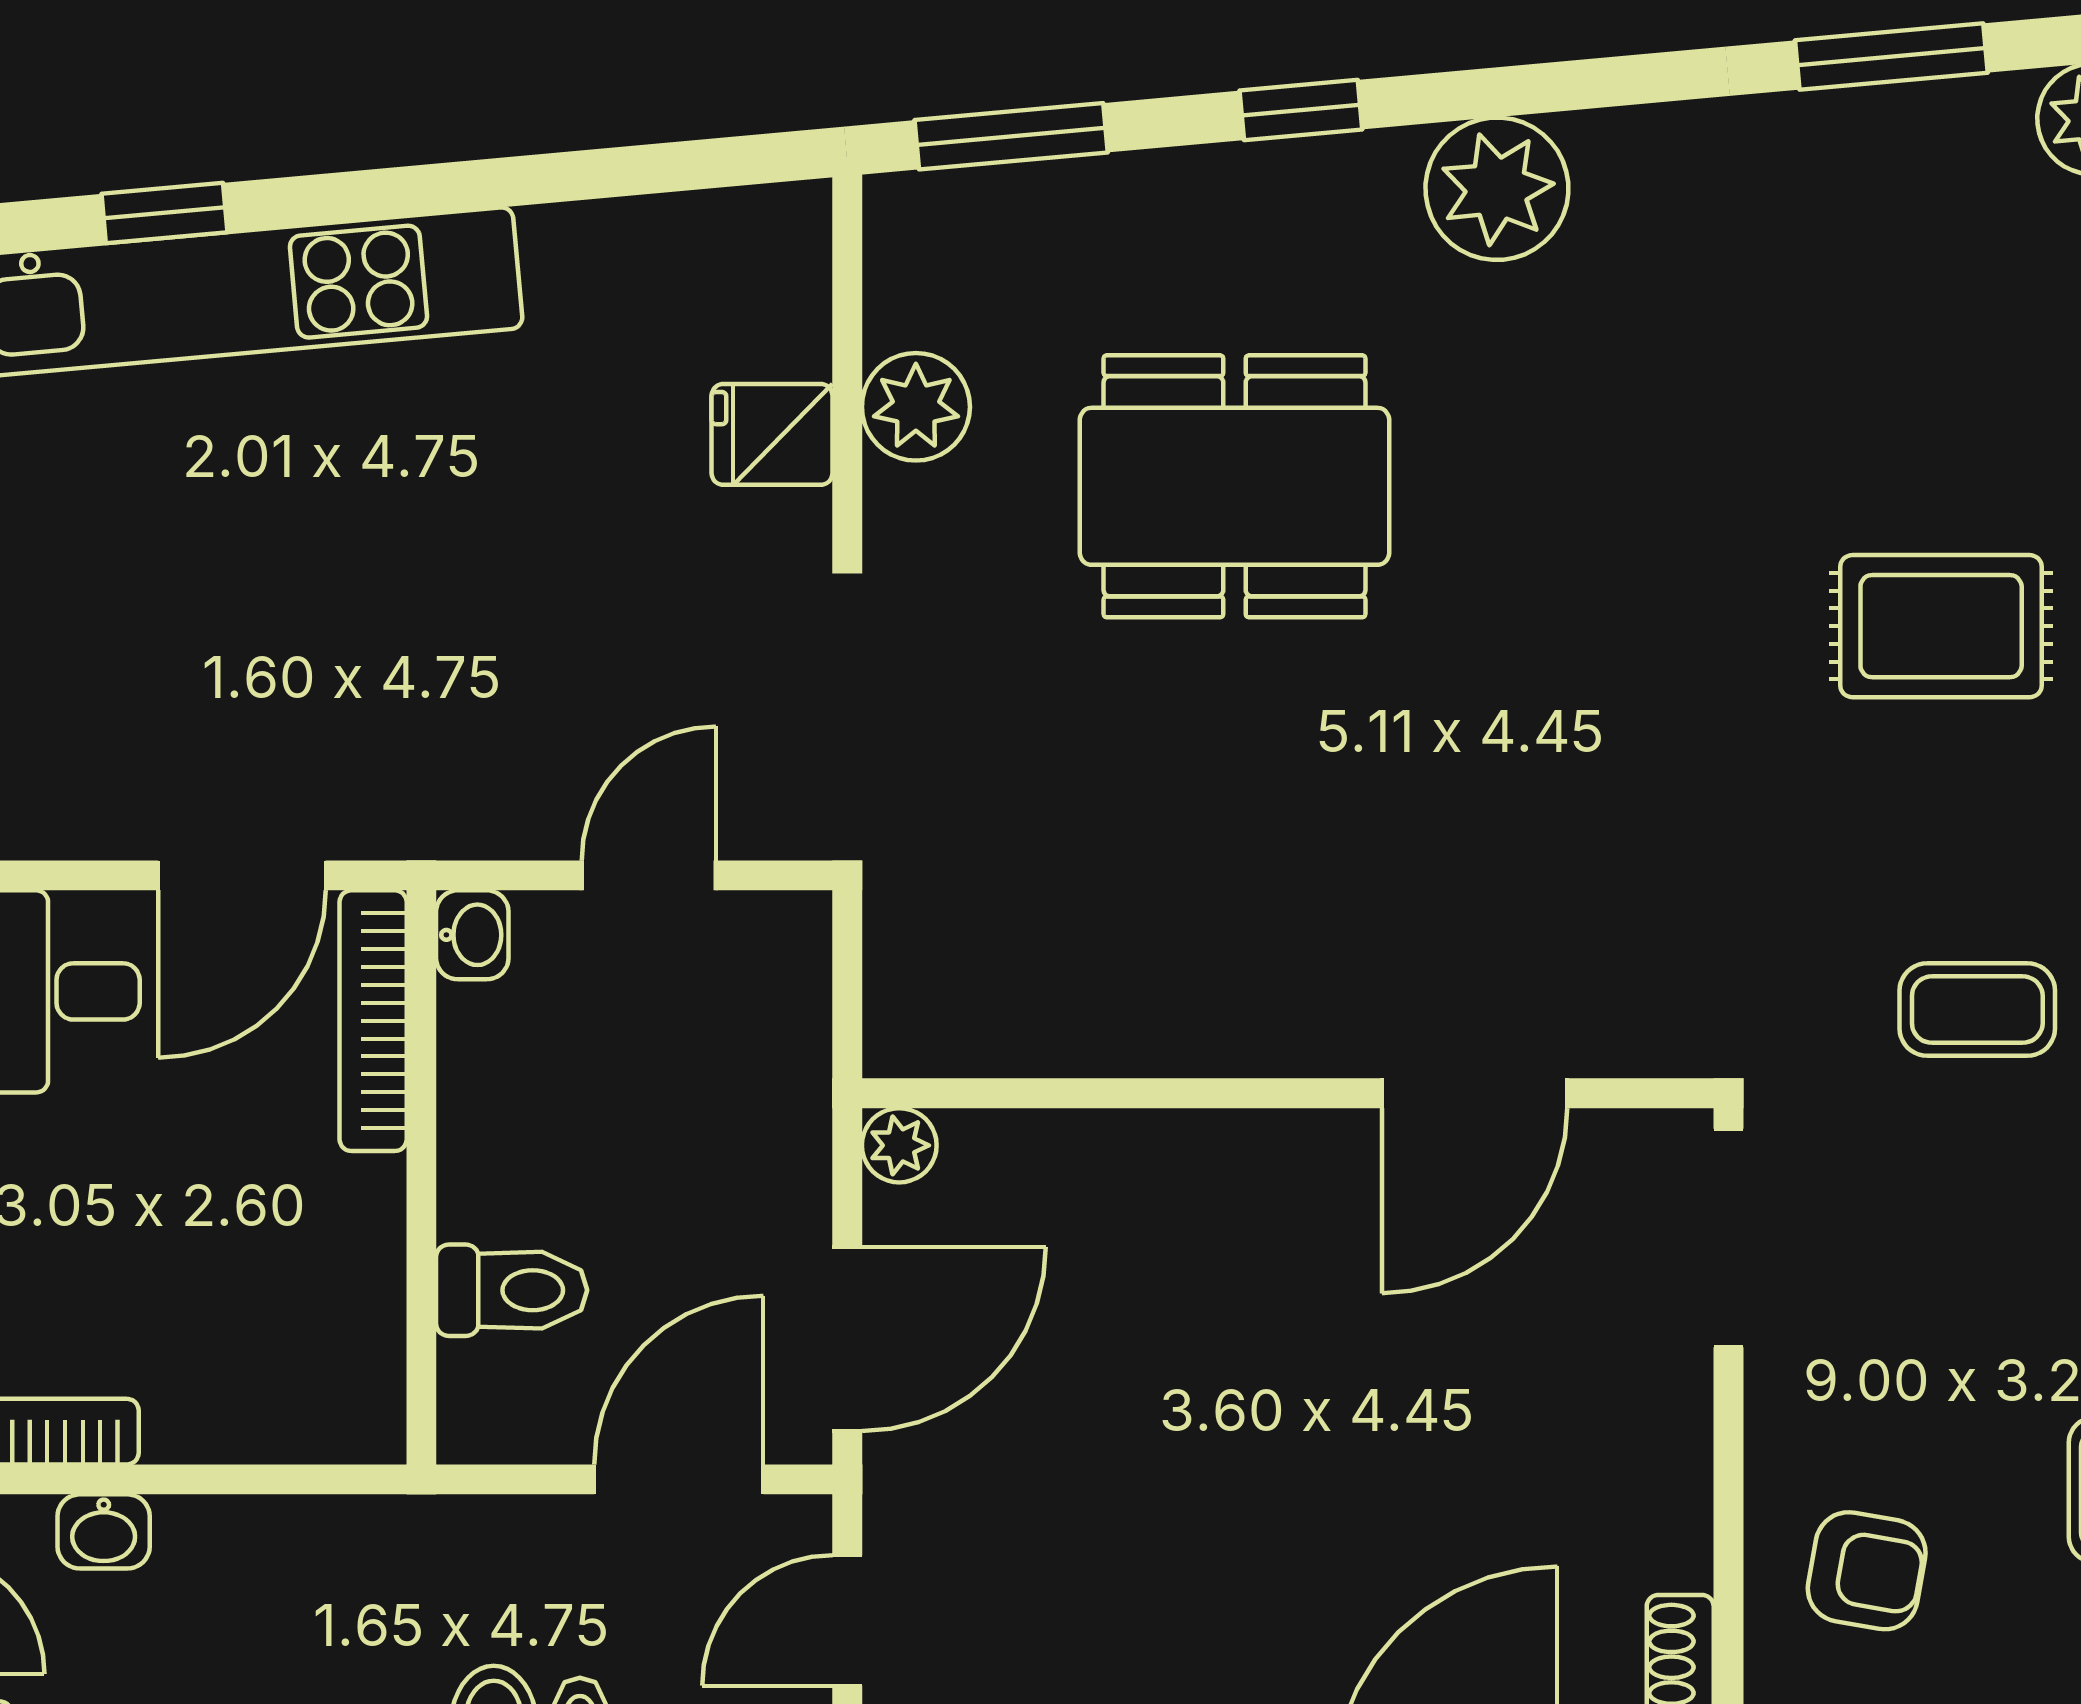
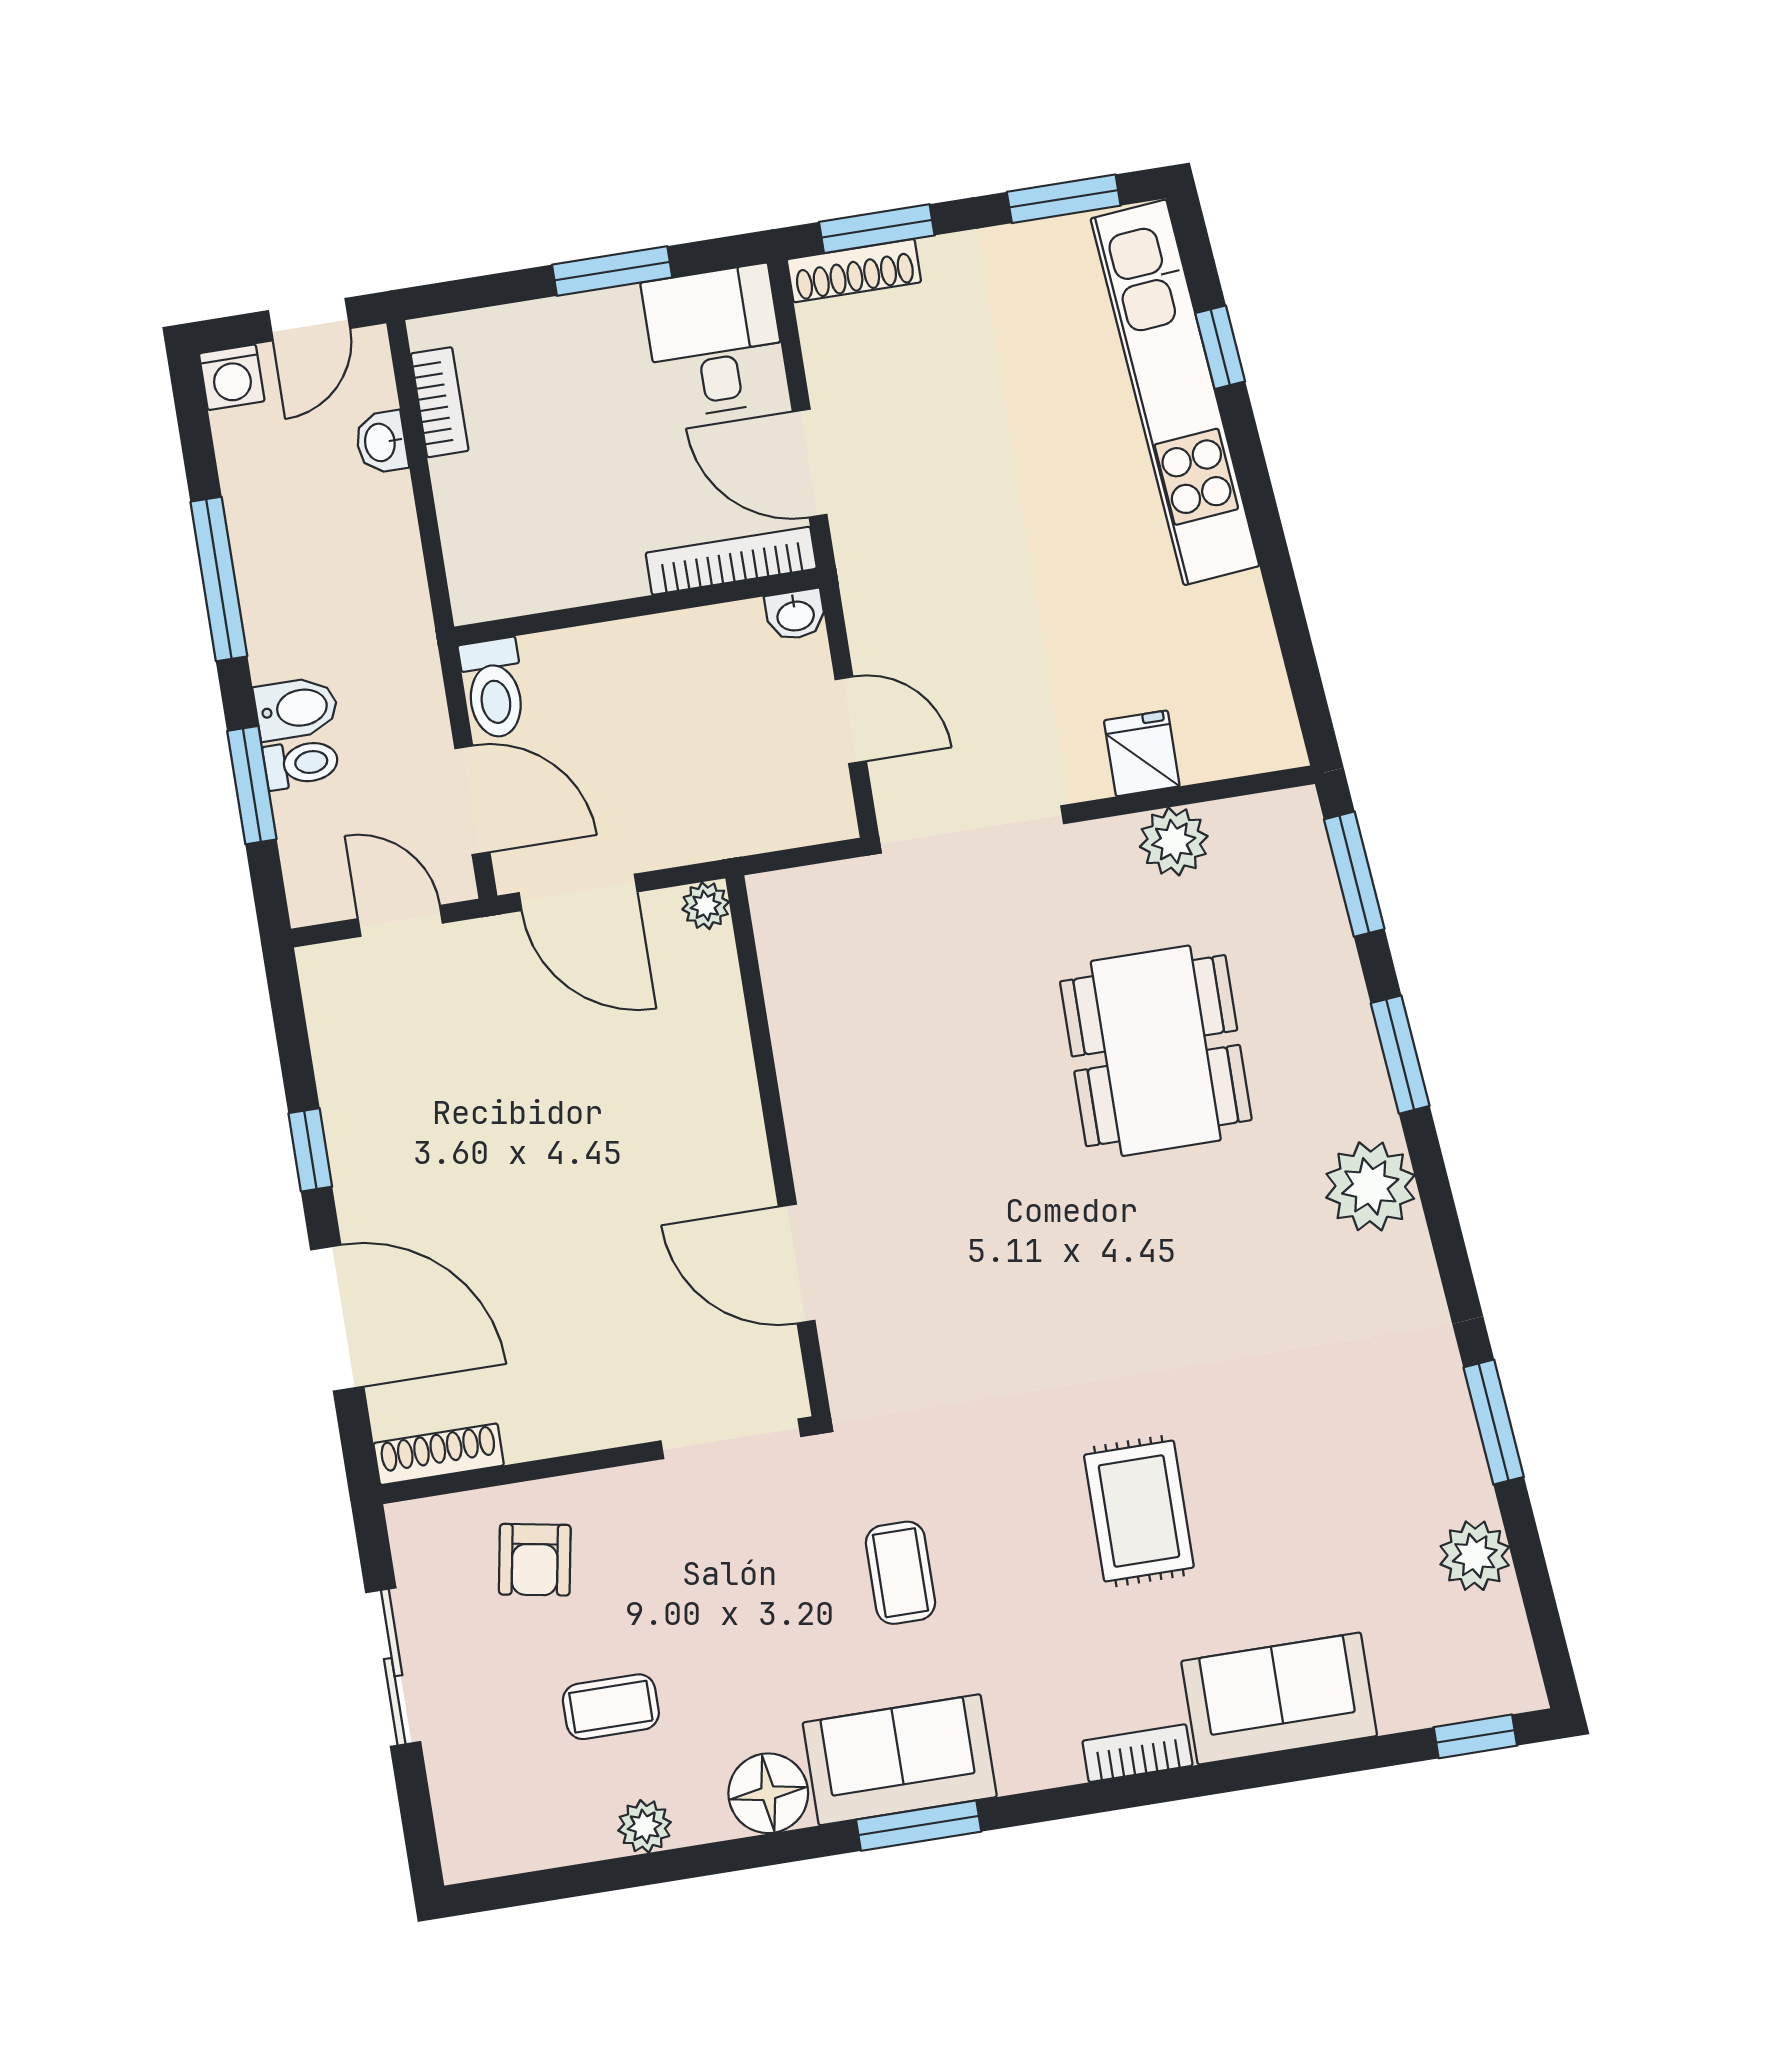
window: (1301, 110) -> (1400, 1055), width x1.50
toilet: (512, 1290) -> (494, 688), moved

